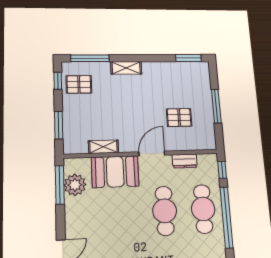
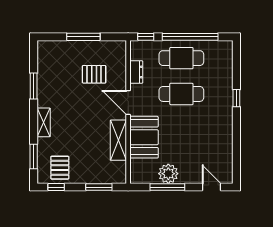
window: (90, 58) -> (34, 157), width x0.69
window: (188, 58) -> (34, 86), moved
pallet: (179, 118) -> (94, 74), turned 90
shelving: (103, 147) -> (118, 140), width x1.50, depth x1.33
window: (60, 185) -> (167, 187), moved
plant: (75, 185) -> (168, 174), moved

